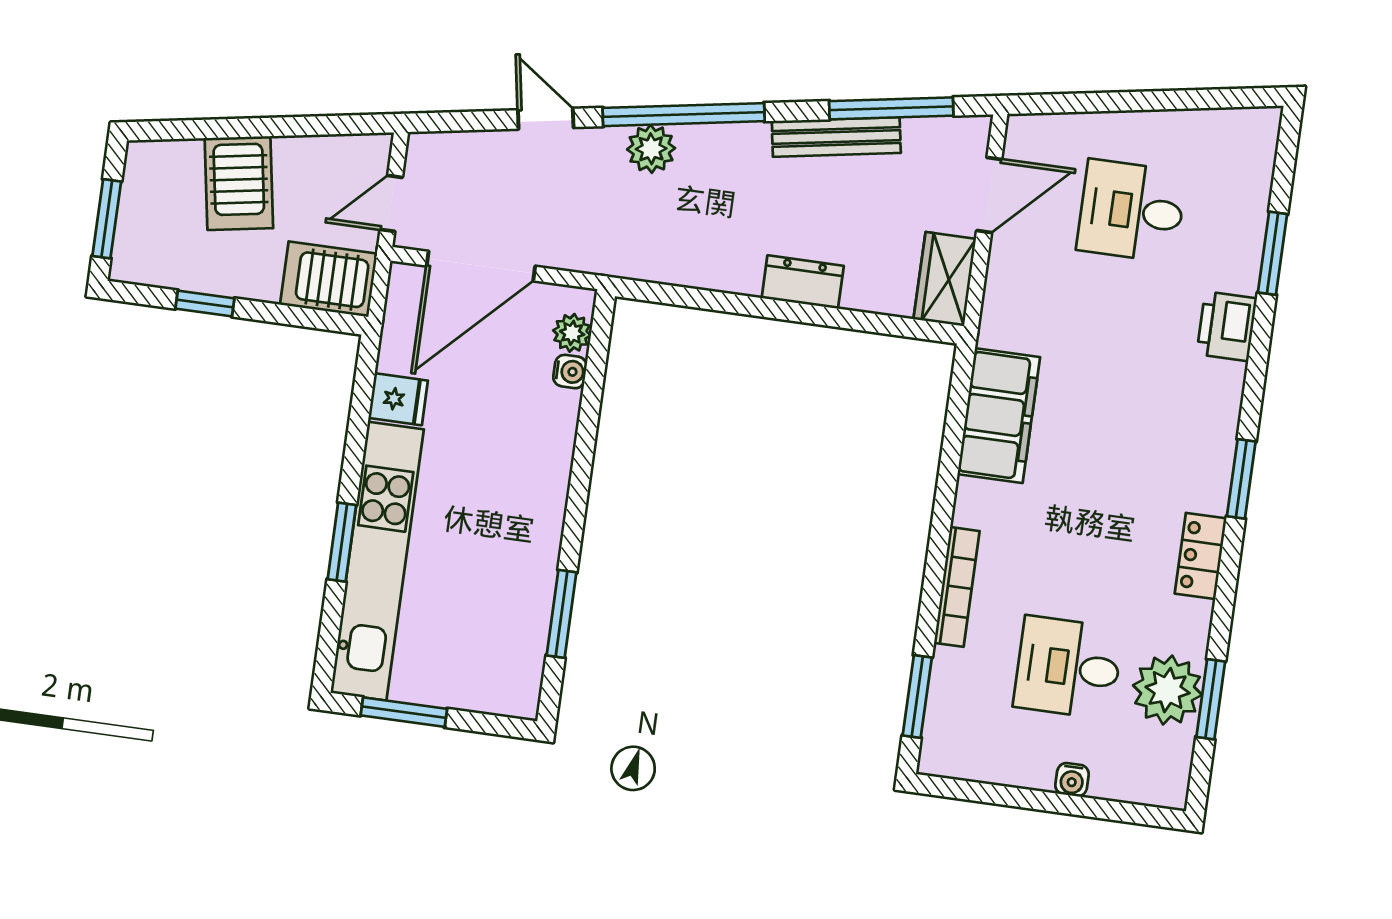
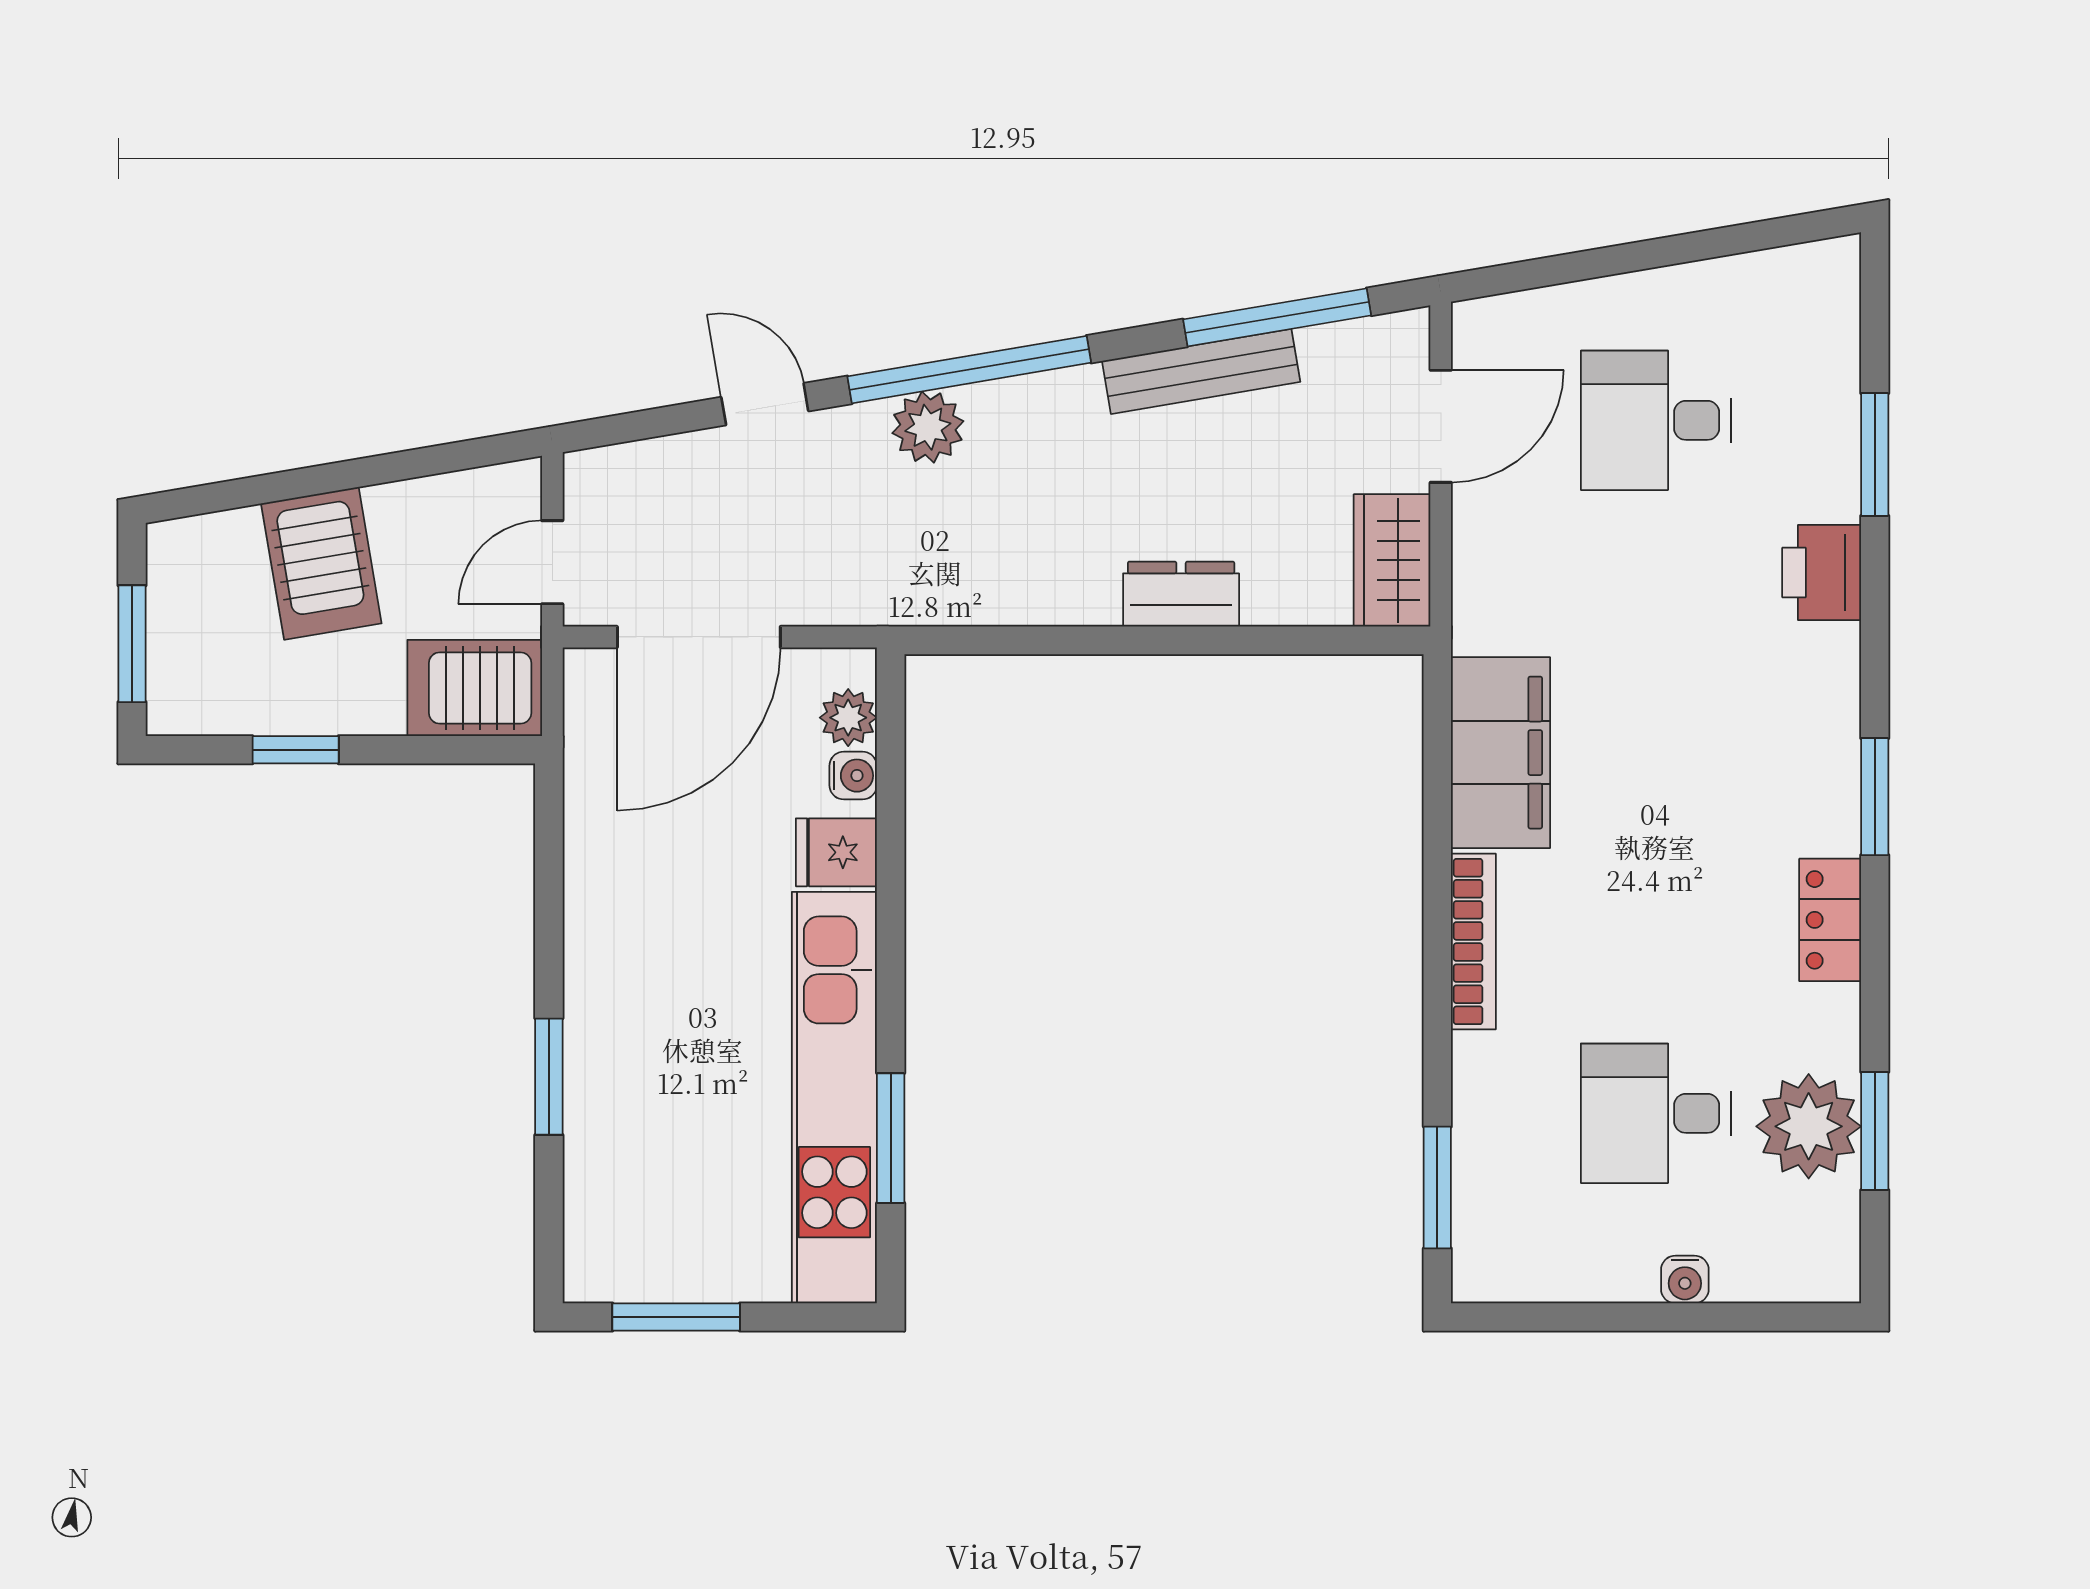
fridge: (398, 399) -> (836, 852), moved, turned 180
kitchen unit: (377, 561) -> (834, 1098), moved, turned 180
bookcase: (957, 587) -> (1473, 942), moved

